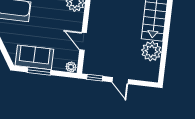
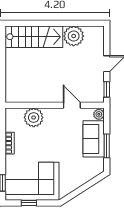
door: (83, 41) -> (72, 105), swing flipped
sofa: (34, 57) -> (94, 139), moved

